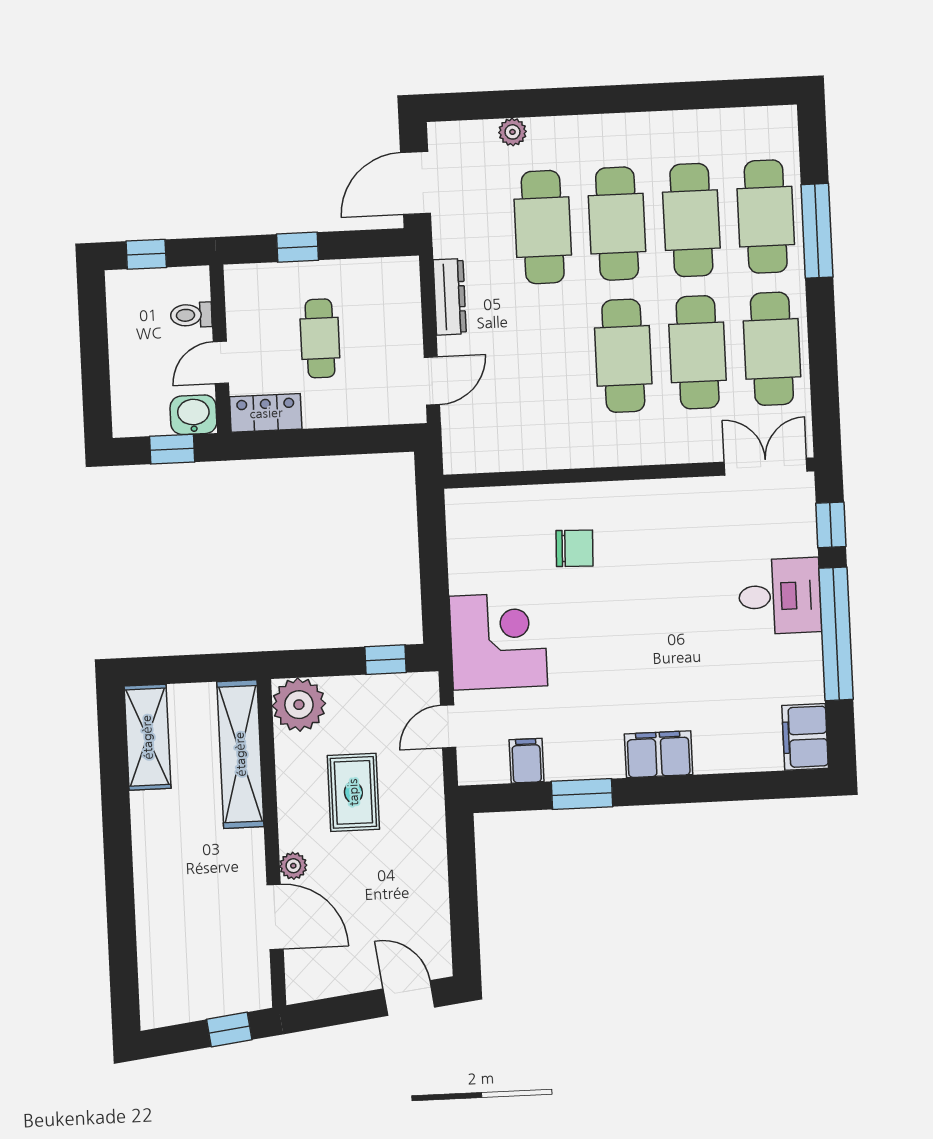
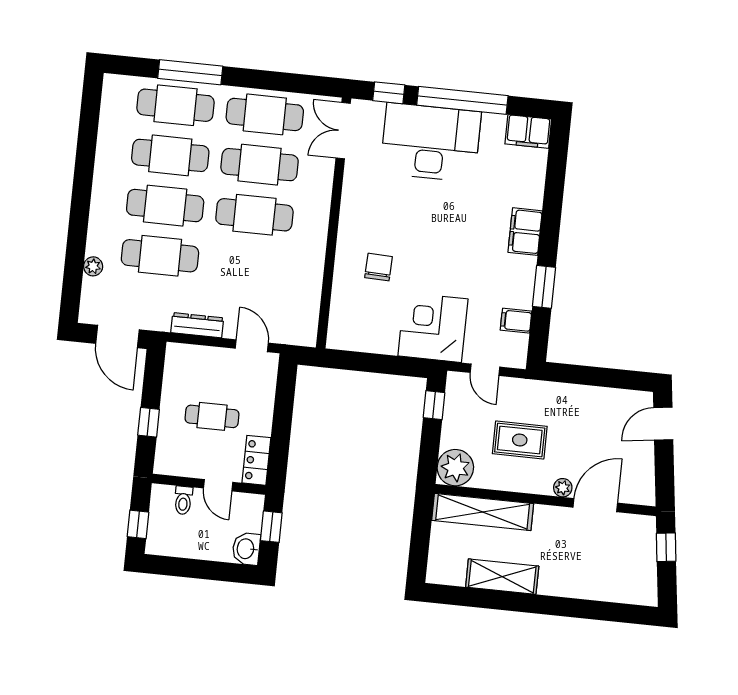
washbasin: (193, 415) -> (246, 549), moved
desk: (780, 596) -> (431, 142), width x1.87, depth x1.30
shelving: (147, 737) -> (502, 577), moved

